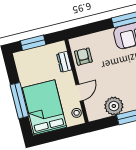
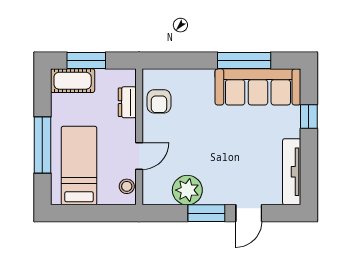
cot: (28, 57) -> (73, 81), added
armchair: (83, 57) -> (159, 101), turned 180
bed: (44, 108) -> (79, 166), width x0.67

